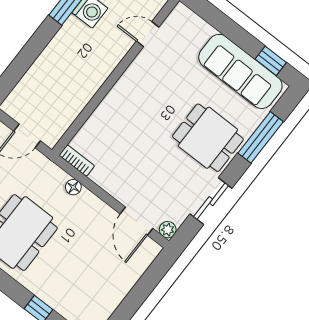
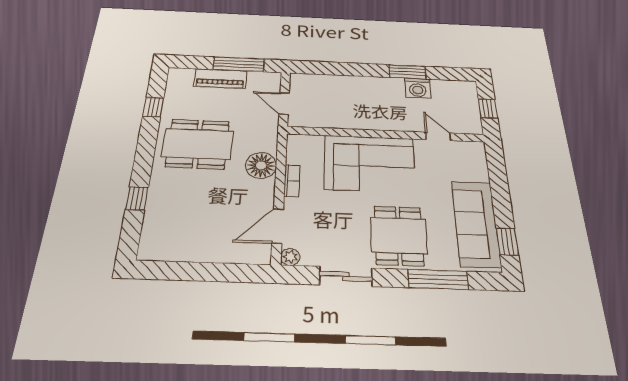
corner sofa: (133, 110) -> (370, 163), added
bookcase: (77, 160) -> (292, 181), moved
floor lamp: (73, 187) -> (261, 165), width x1.89, depth x1.89

